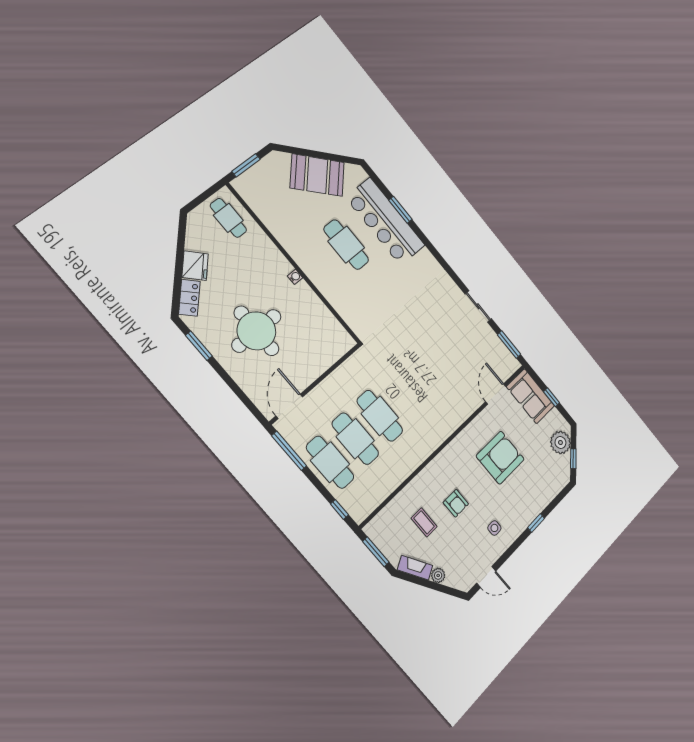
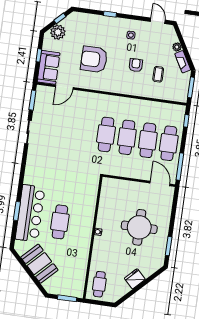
locker: (189, 298) -> (151, 269), removed
cafe table: (404, 394) -> (106, 134), added
door: (289, 406) -> (160, 183), swing flipped

